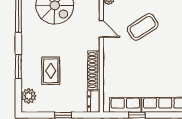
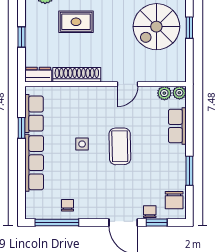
coffee table: (143, 27) -> (120, 146), moved, turned 32
side table: (150, 66) -> (82, 144), added

